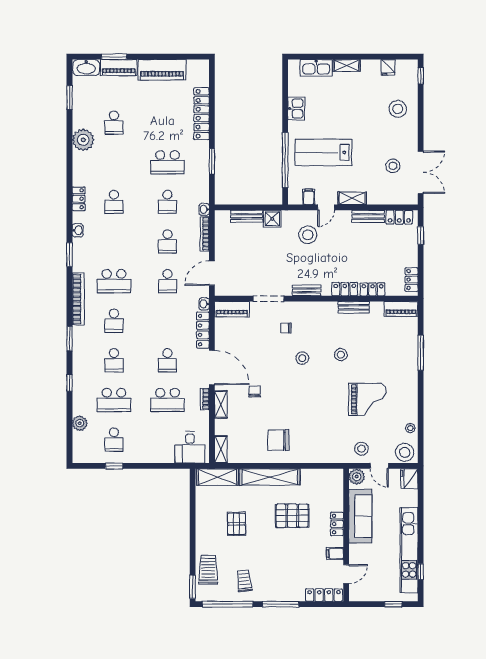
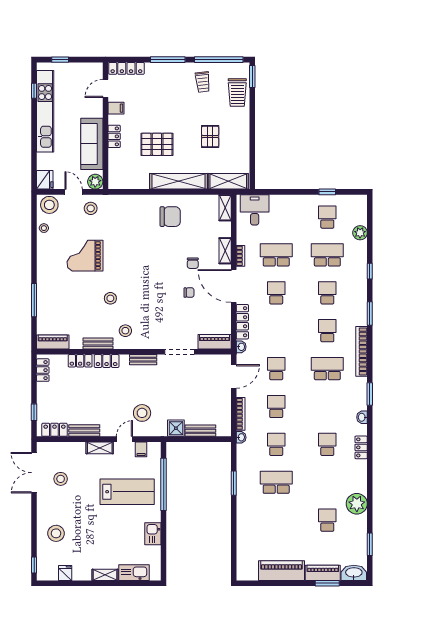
locker: (202, 114) -> (244, 529), removed
chair: (286, 328) -> (189, 293), moved
stool: (302, 358) -> (125, 331), moved

